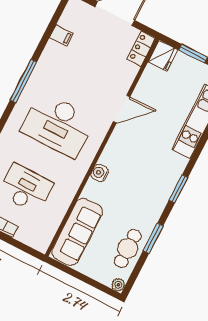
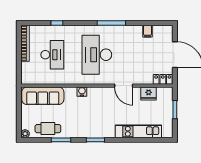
fridge: (163, 56) -> (149, 93), moved

